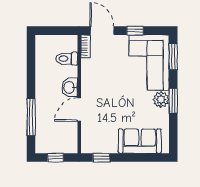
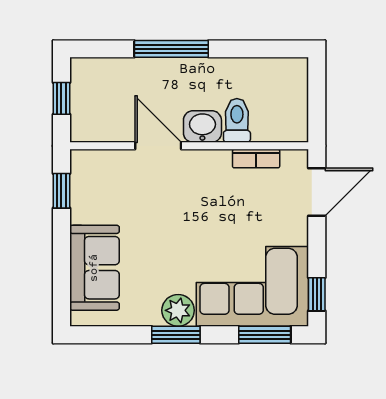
window: (135, 31) -> (317, 294), moved
bookcase: (86, 46) -> (256, 159), moved
toilet: (67, 59) -> (237, 120), moved
window: (31, 117) -> (171, 49), moved

